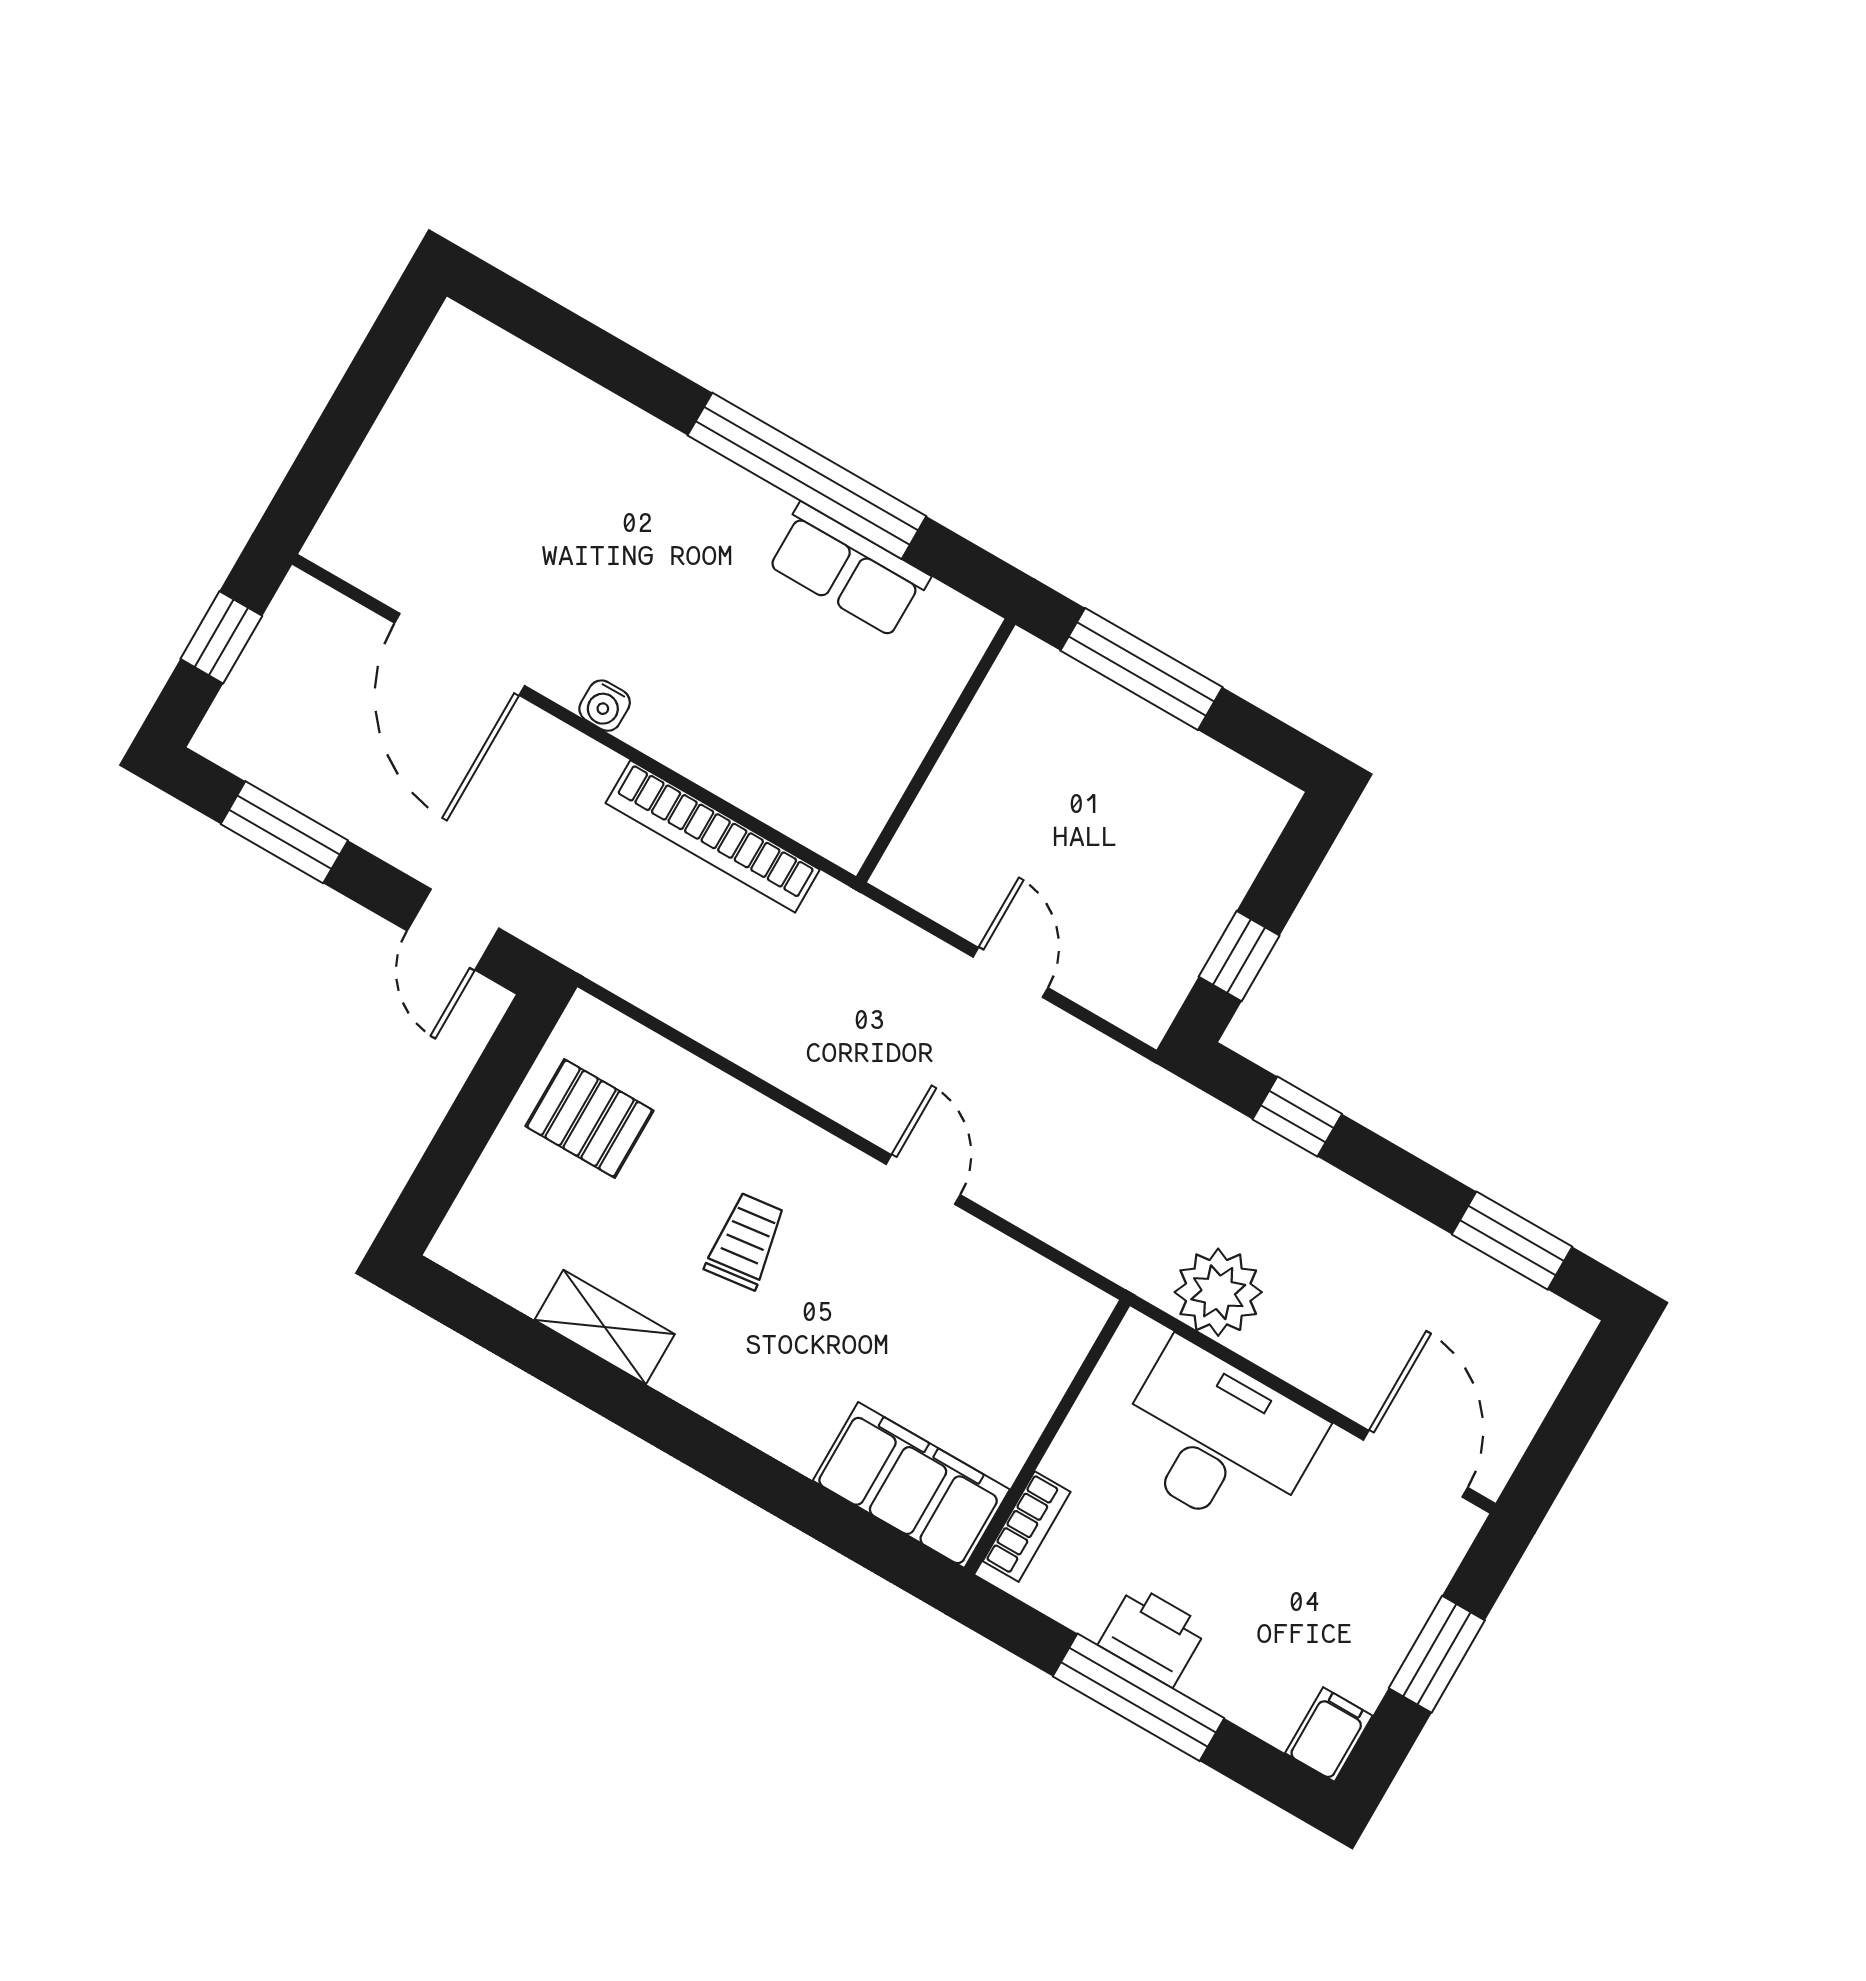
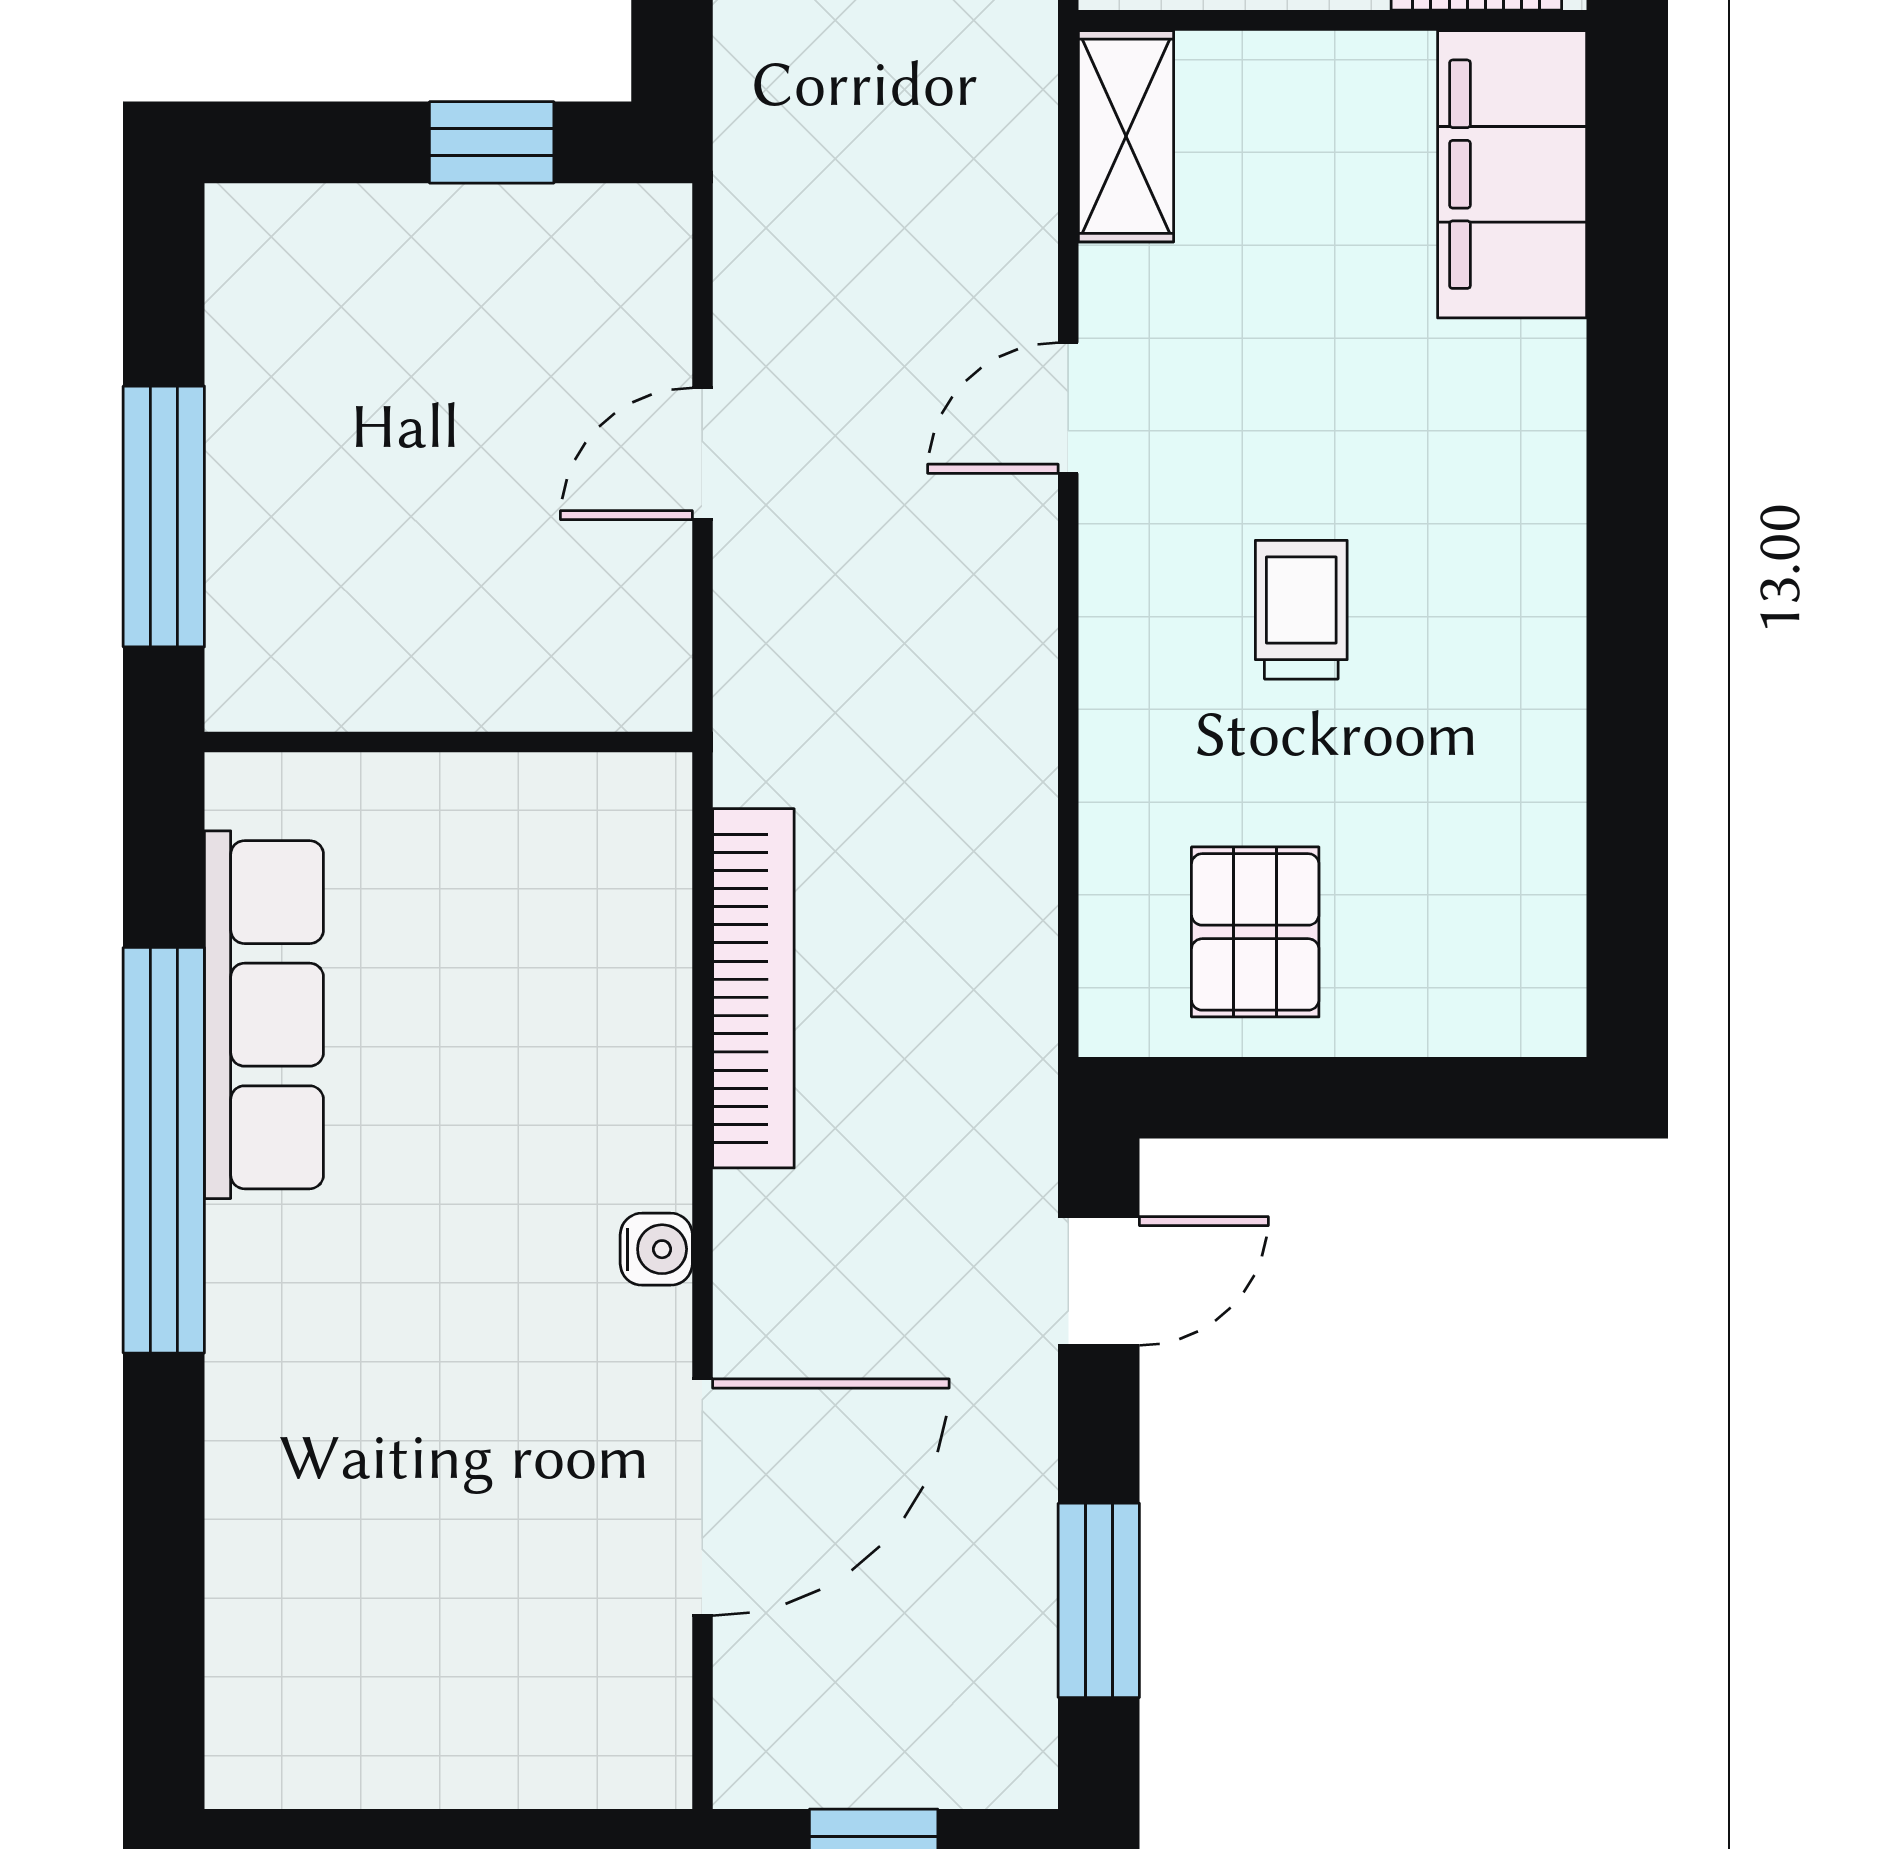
row of seats: (848, 570) -> (264, 1015), width x1.48
trolley: (746, 1241) -> (1301, 610), turned 97
shelving: (605, 1327) -> (1126, 136), moved

